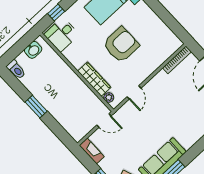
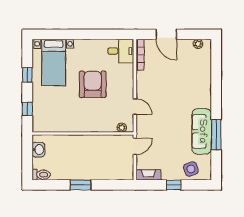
desk: (62, 34) -> (121, 51), moved, turned -90
wardrobe: (94, 79) -> (99, 126), removed

